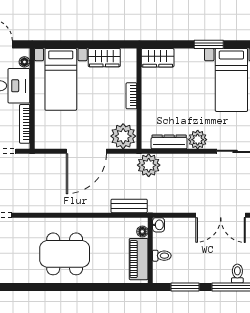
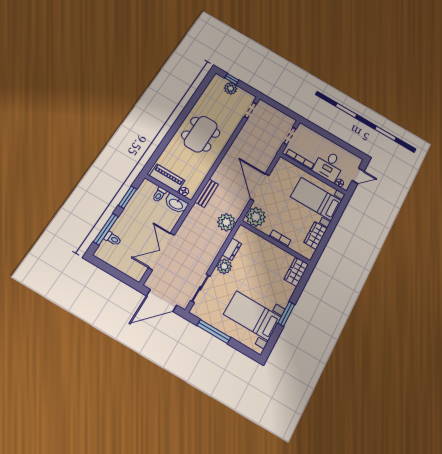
dresser: (169, 142) -> (232, 249), width x0.70
washbasin: (159, 225) -> (176, 204), width x1.91, depth x1.45

